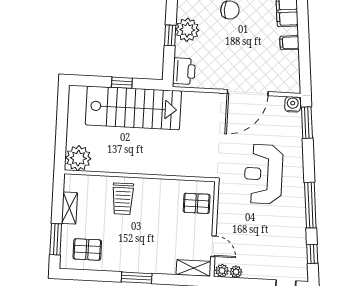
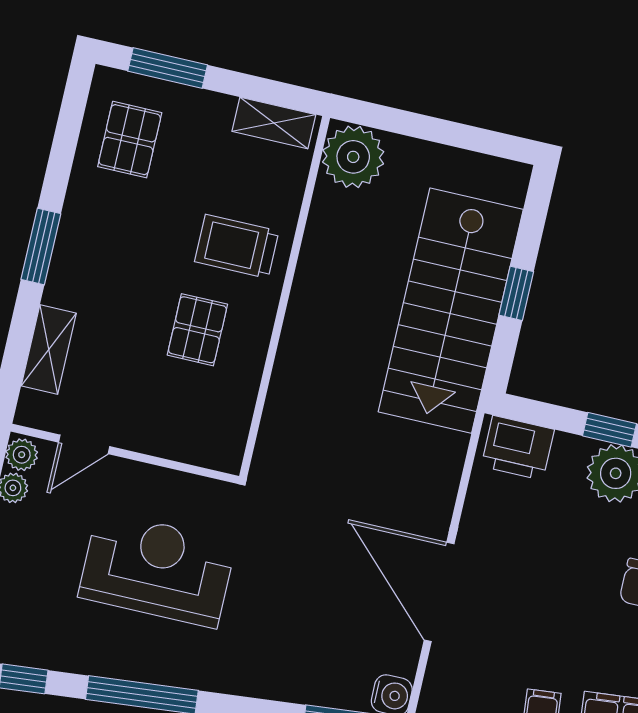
reception desk: (263, 174) -> (157, 569), moved
pallet: (197, 203) -> (197, 330), moved
shelving: (70, 208) -> (274, 123), moved
shelving: (194, 268) -> (49, 349), moved

